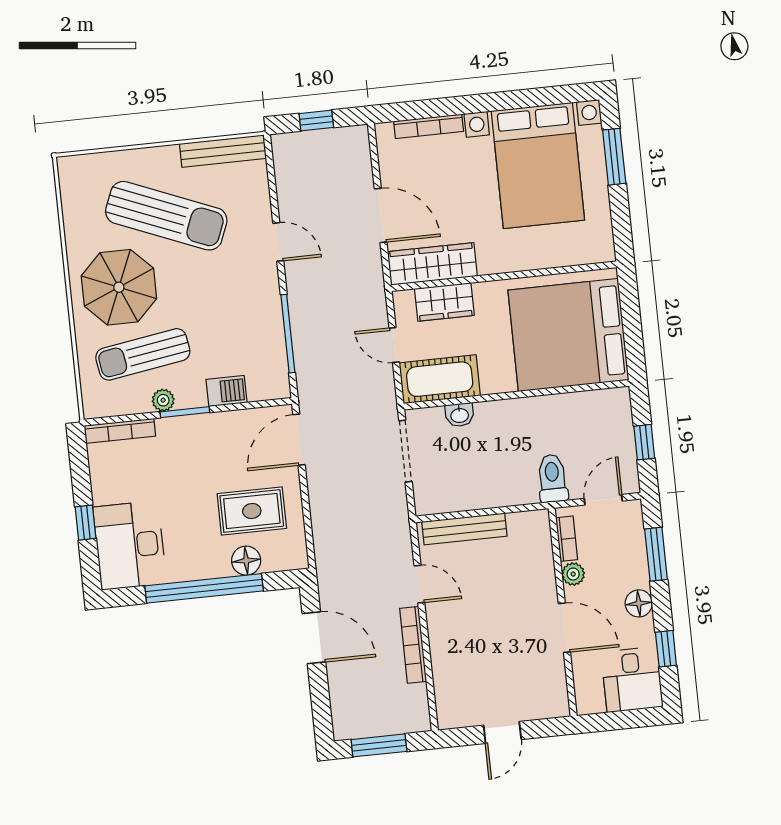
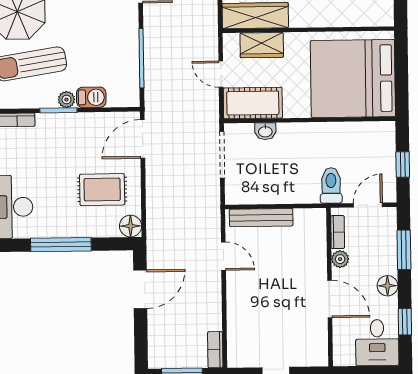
plant: (163, 400) -> (66, 100), moved
floor lamp: (246, 561) -> (131, 226), moved
window: (204, 588) -> (61, 245), width x0.68
door: (314, 638) -> (140, 289), hinge flipped
bookcase: (413, 645) -> (215, 350), moved, width x0.64

